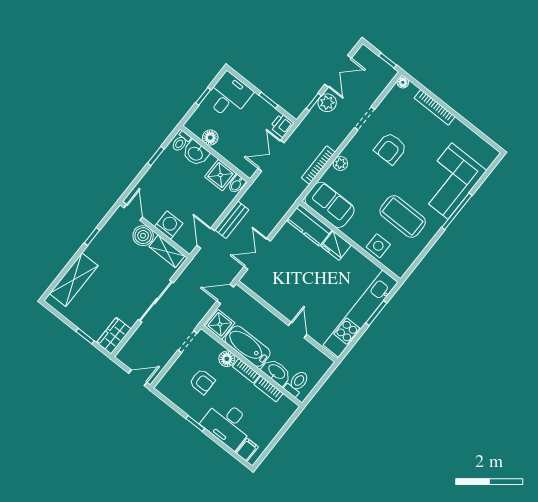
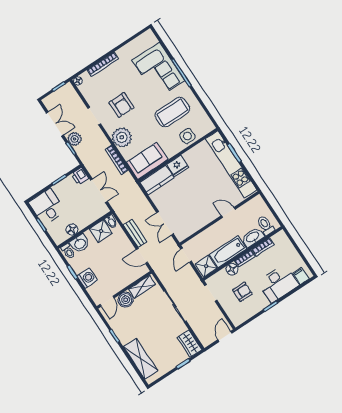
double door: (271, 156) -> (99, 191), swing flipped
plant: (340, 163) -> (122, 137), width x1.87, depth x1.87
door: (133, 212) -> (107, 301), swing flipped
washing machine: (169, 225) -> (87, 278), moved, turned 90

